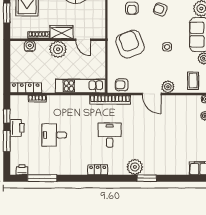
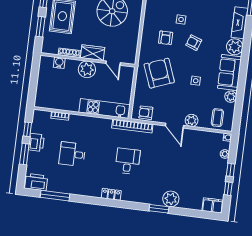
locker: (26, 88) -> (50, 104), removed
plant: (135, 167) -> (171, 199), moved
printer: (22, 170) -> (36, 182), width x1.87, depth x1.48

